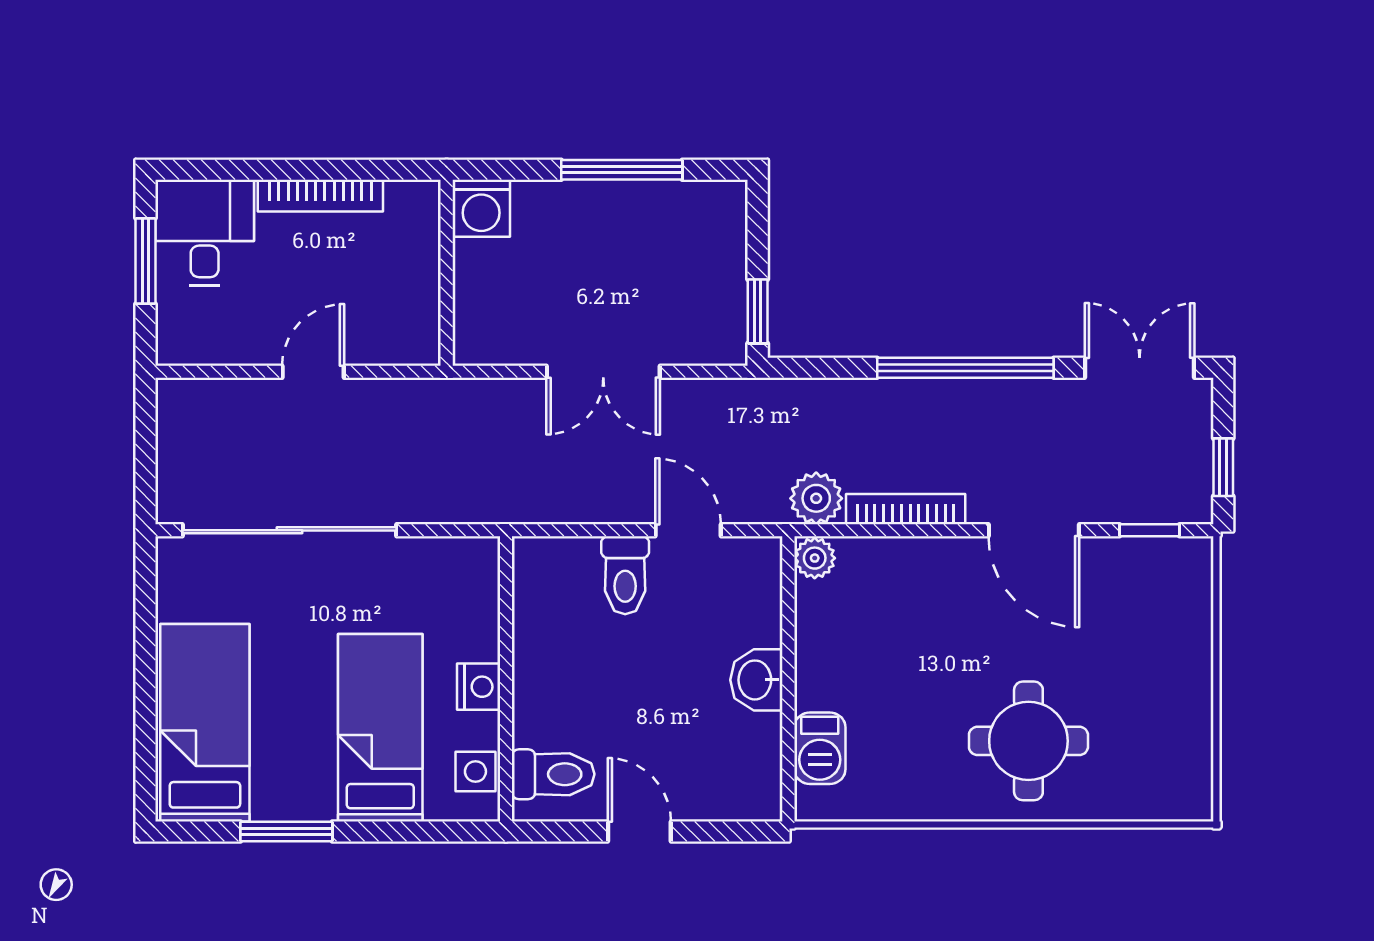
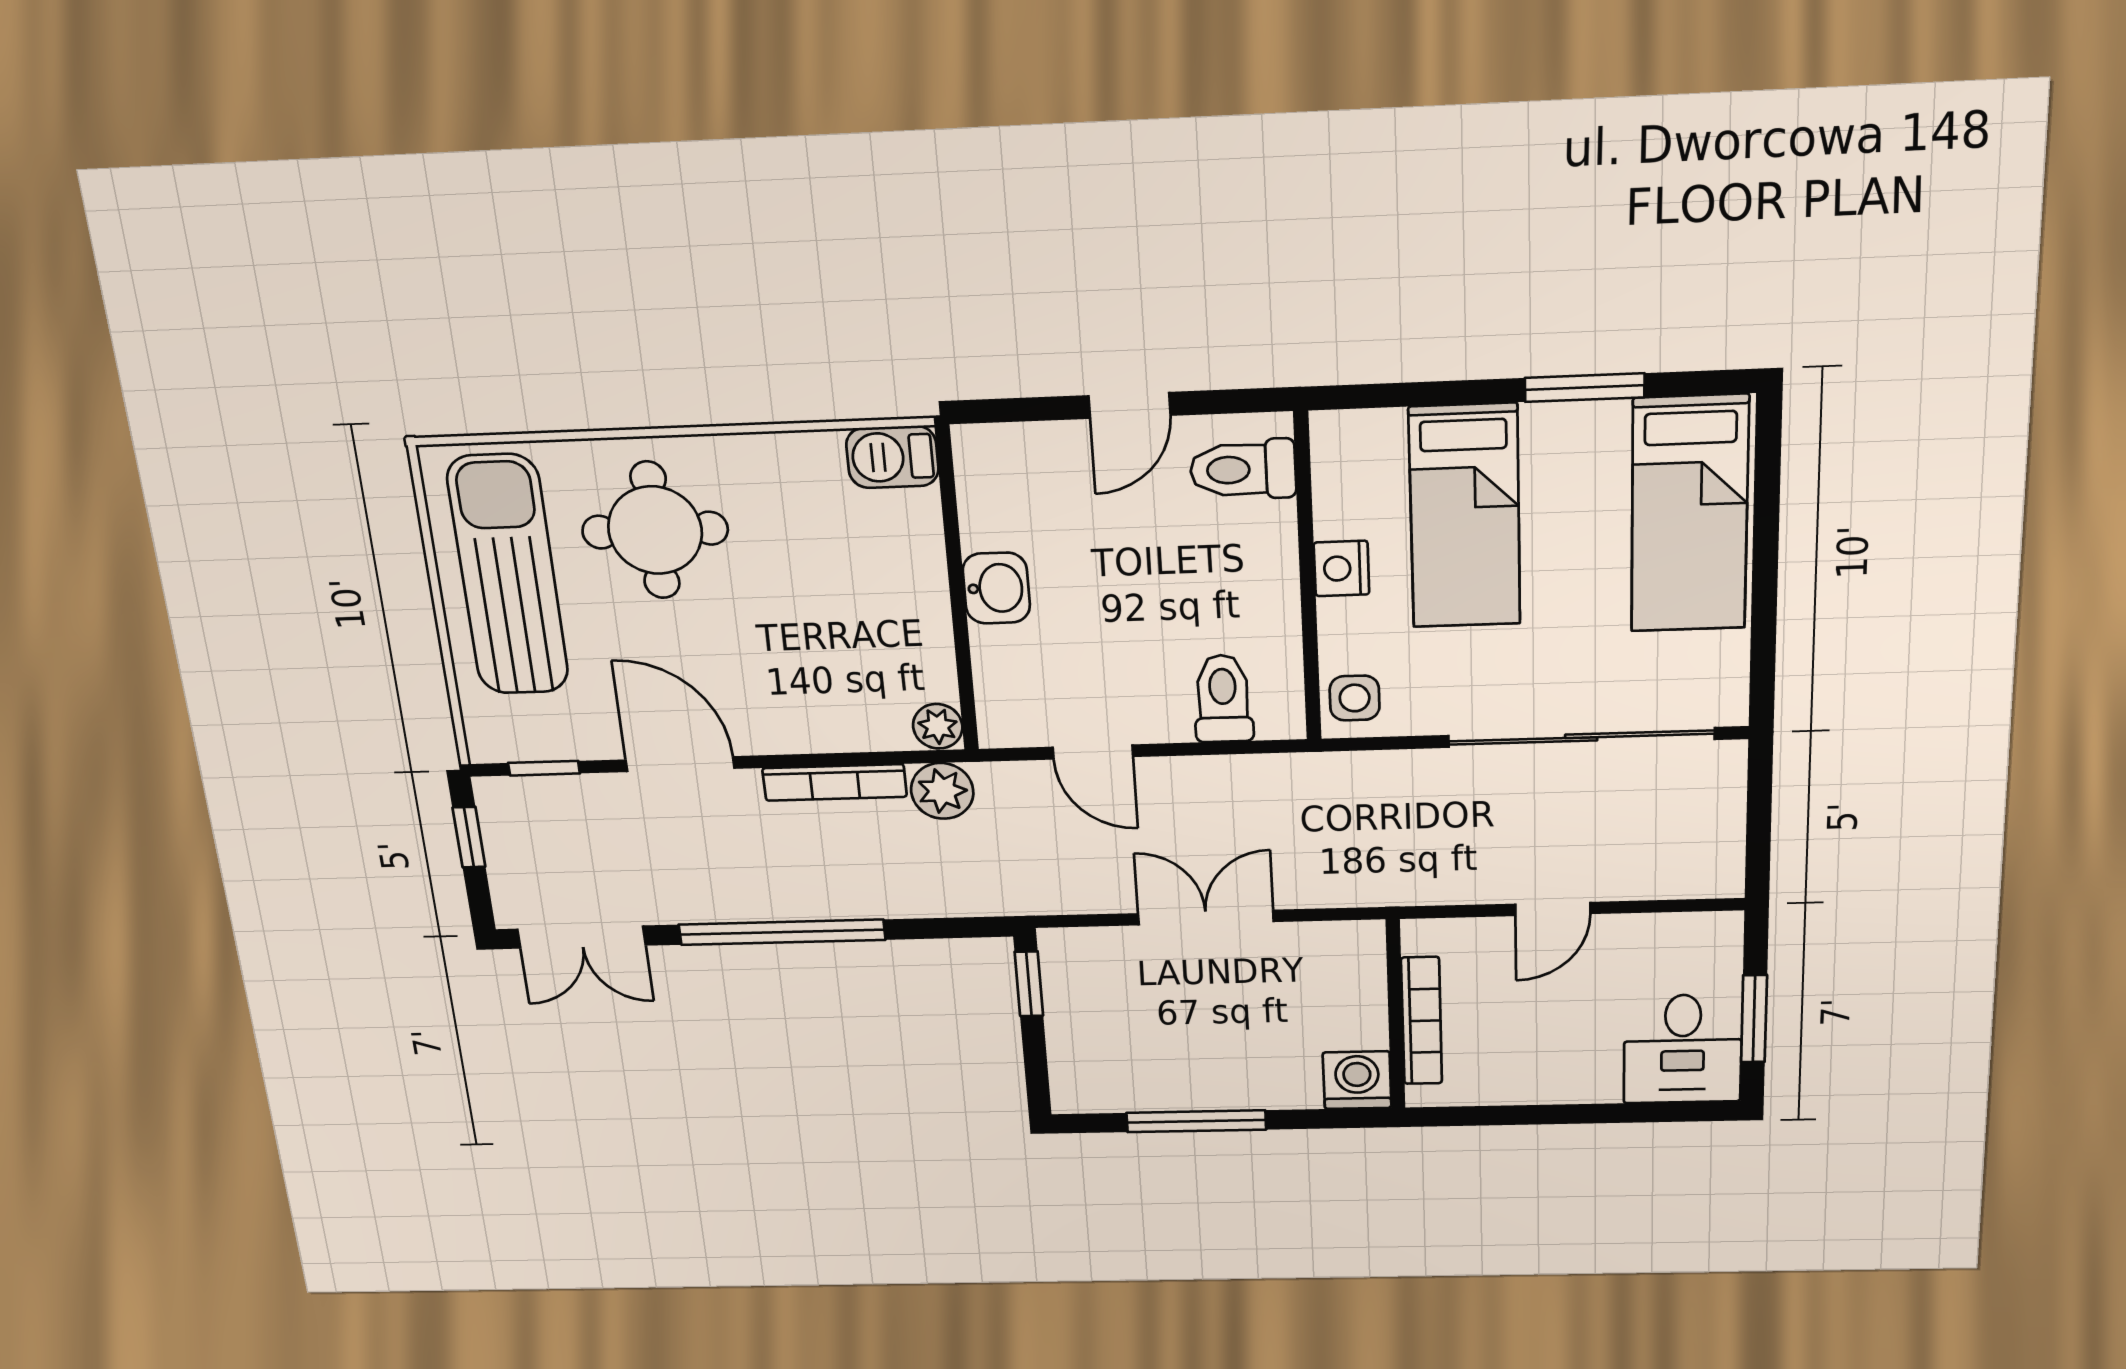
bookcase: (320, 196) -> (1422, 1021), moved, turned 90
toilet: (625, 575) -> (1223, 699), moved
sun lounger: (1155, 706) -> (508, 575), added
barbecue: (820, 748) -> (892, 457), moved, turned -90
side table: (475, 772) -> (1355, 698), moved
door: (639, 831) -> (1129, 405), hinge flipped

